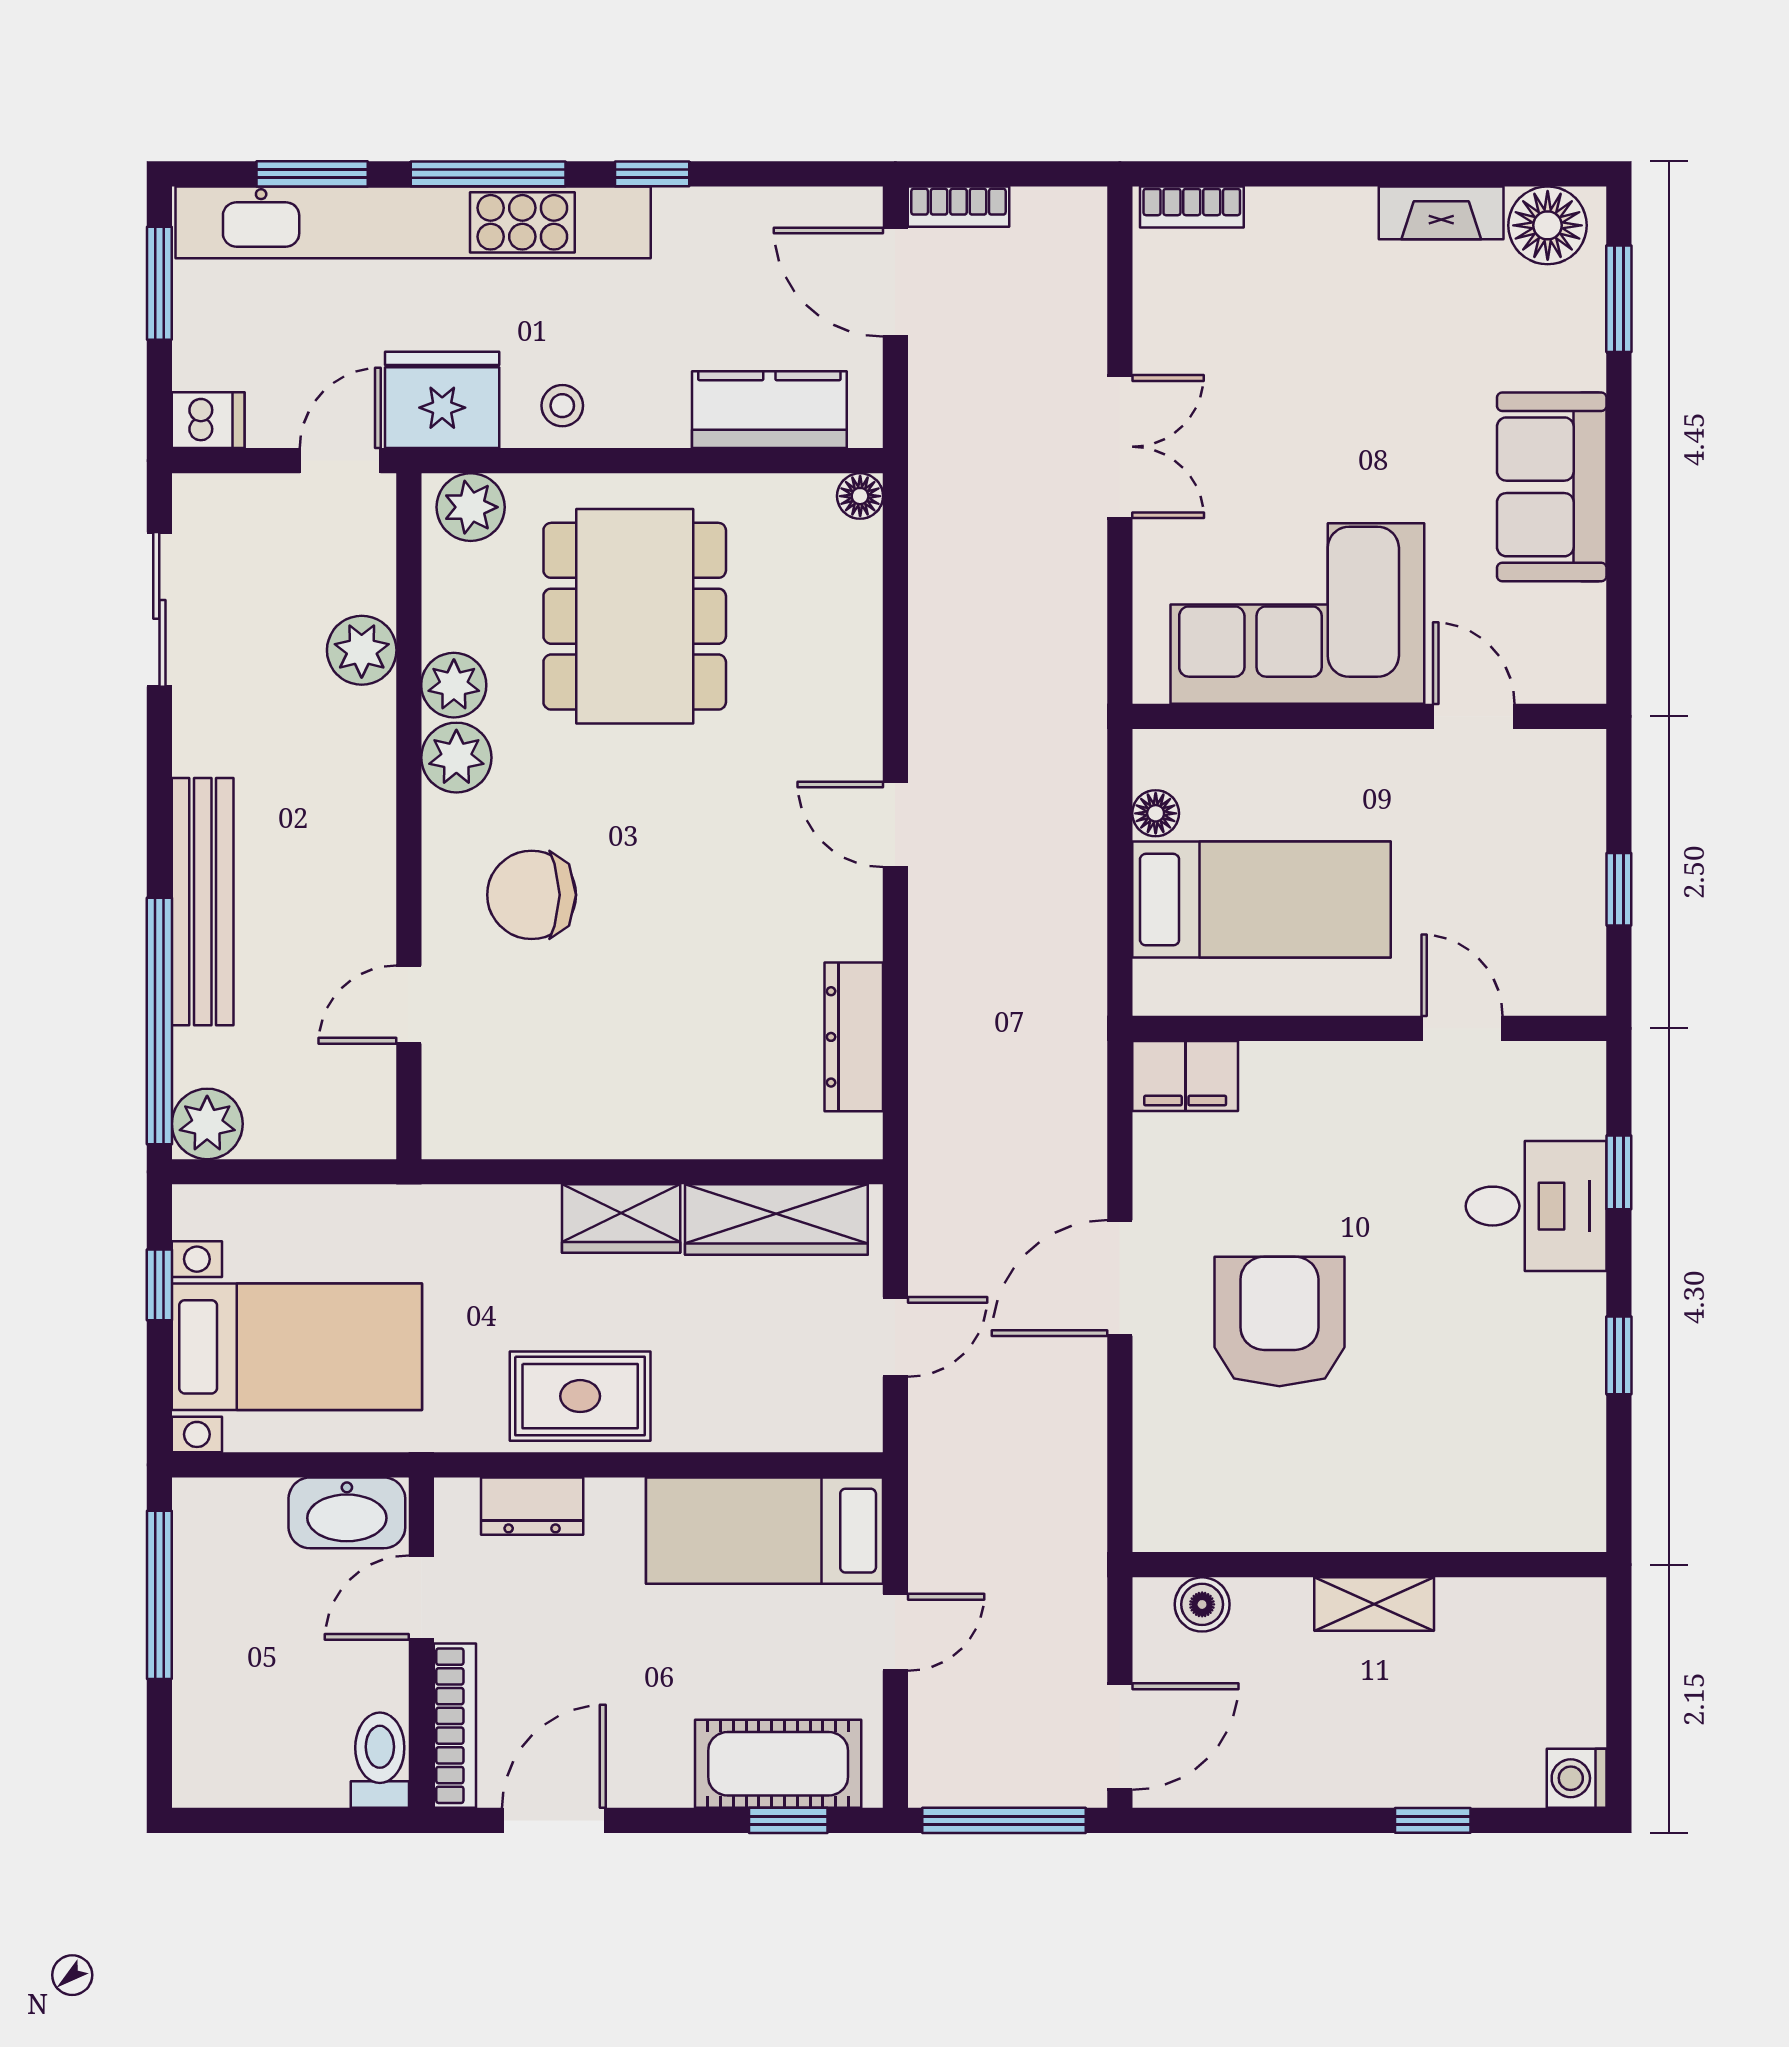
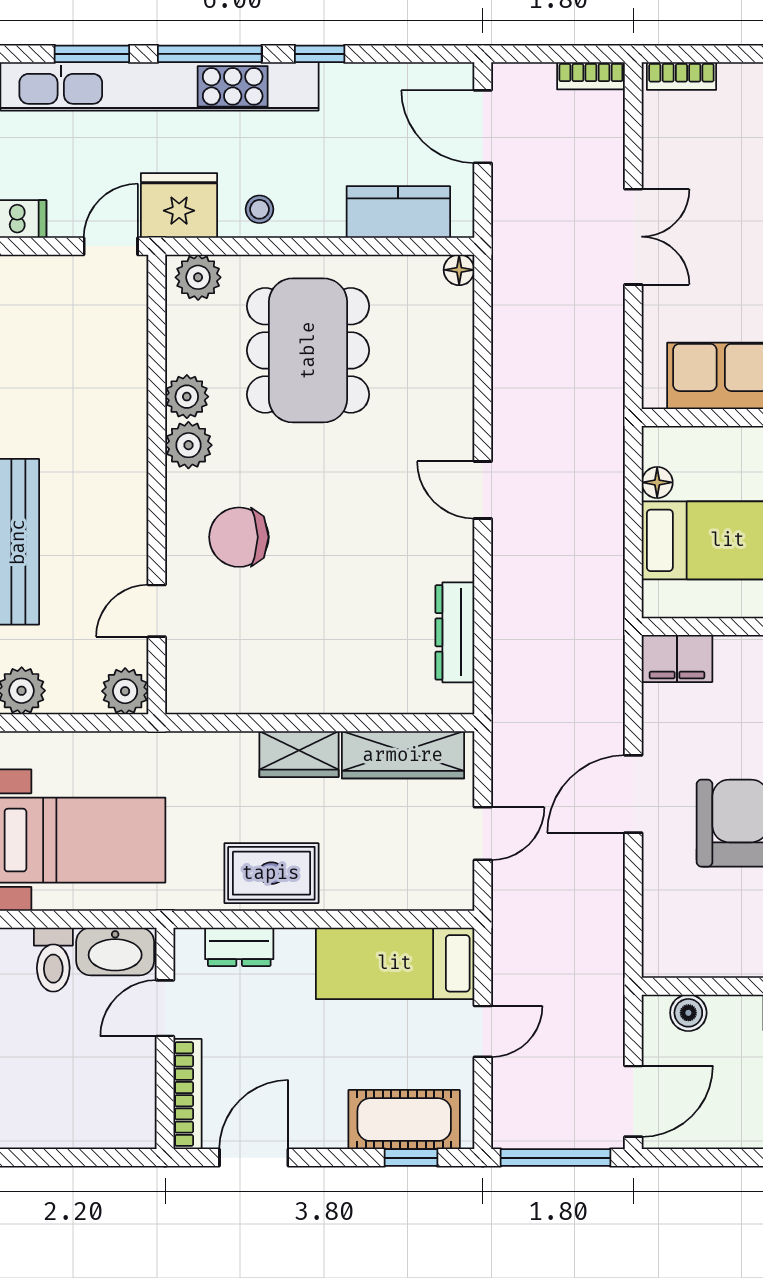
bookcase: (958, 207) -> (591, 76), moved
plant: (362, 650) -> (125, 691), moved
toilet: (380, 1760) -> (53, 960), moved, turned 180

